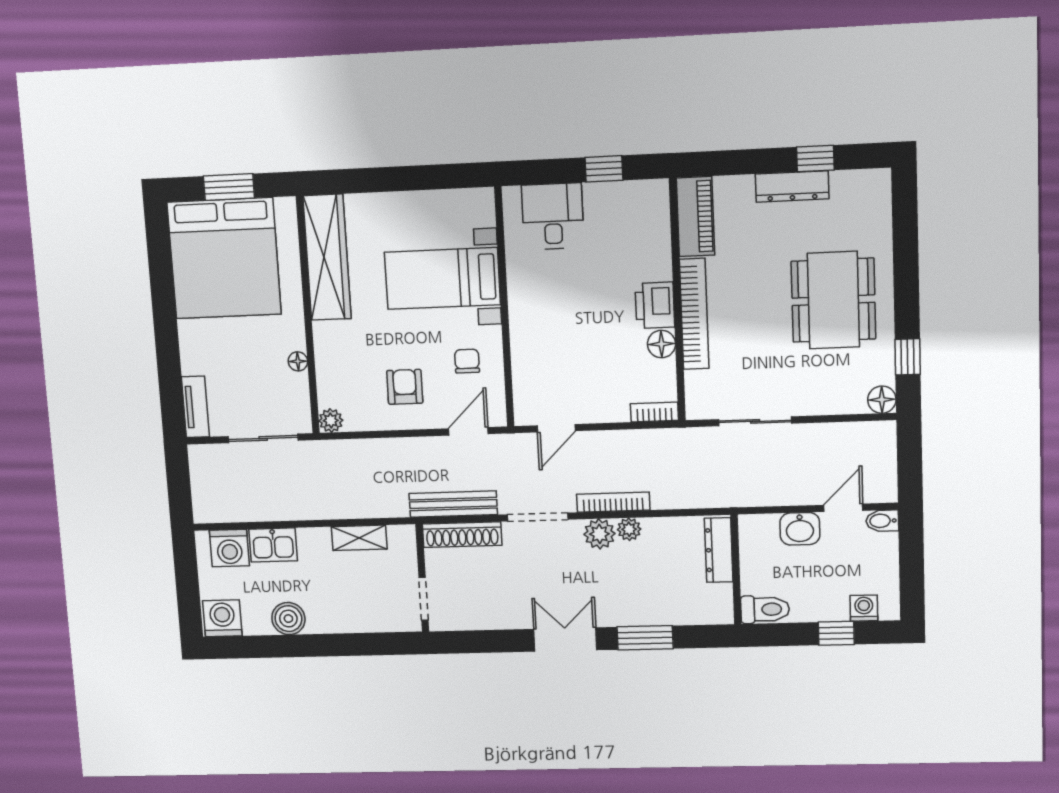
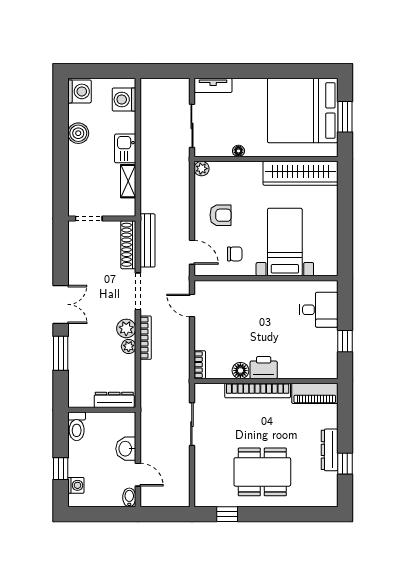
floor lamp: (882, 400) -> (202, 499), removed
kitchen sink: (273, 545) -> (125, 148), moved

